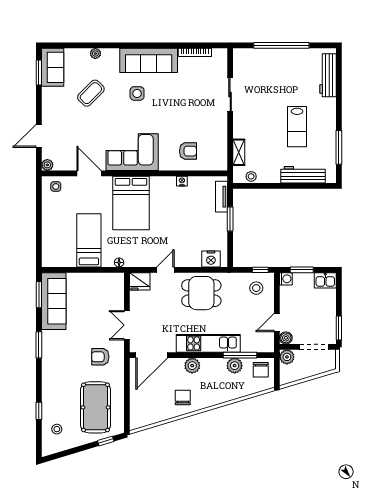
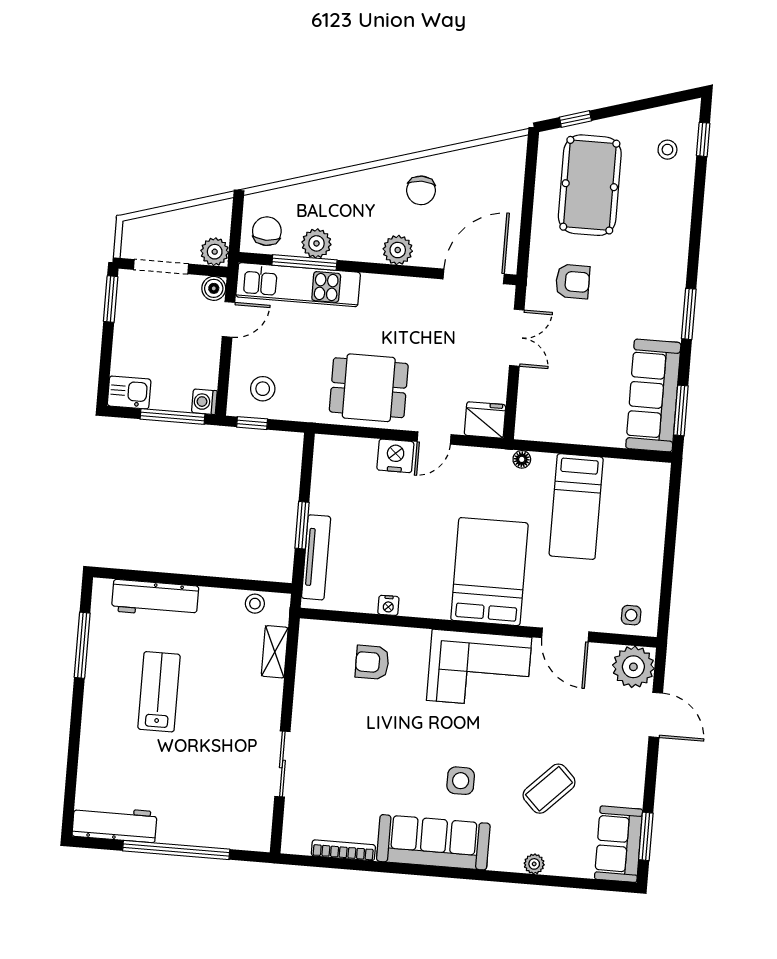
workbench: (328, 75) -> (115, 824), moved, turned -90
door: (39, 136) -> (656, 715), hinge flipped
plant: (47, 165) -> (633, 667), width x1.87, depth x1.87
tv unit: (221, 197) -> (316, 557), width x1.41
nightstand: (211, 259) -> (395, 456), moved
window: (302, 270) -> (172, 416), width x1.44
kitchen unit: (208, 343) -> (298, 285), moved
window: (39, 411) -> (703, 139), moved

